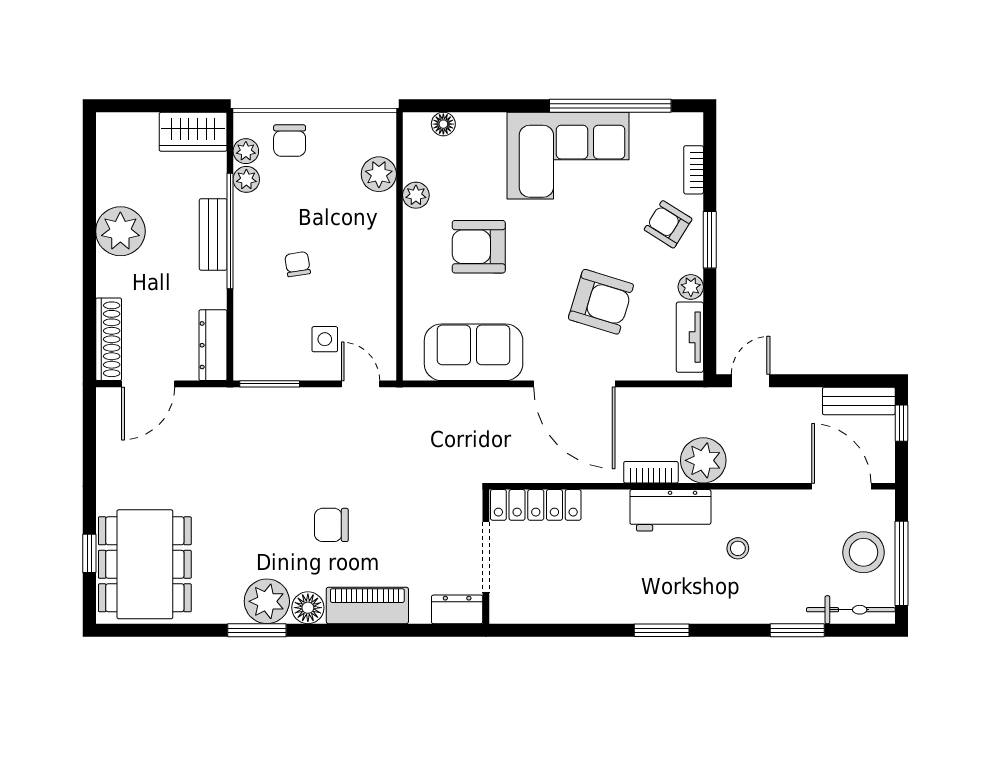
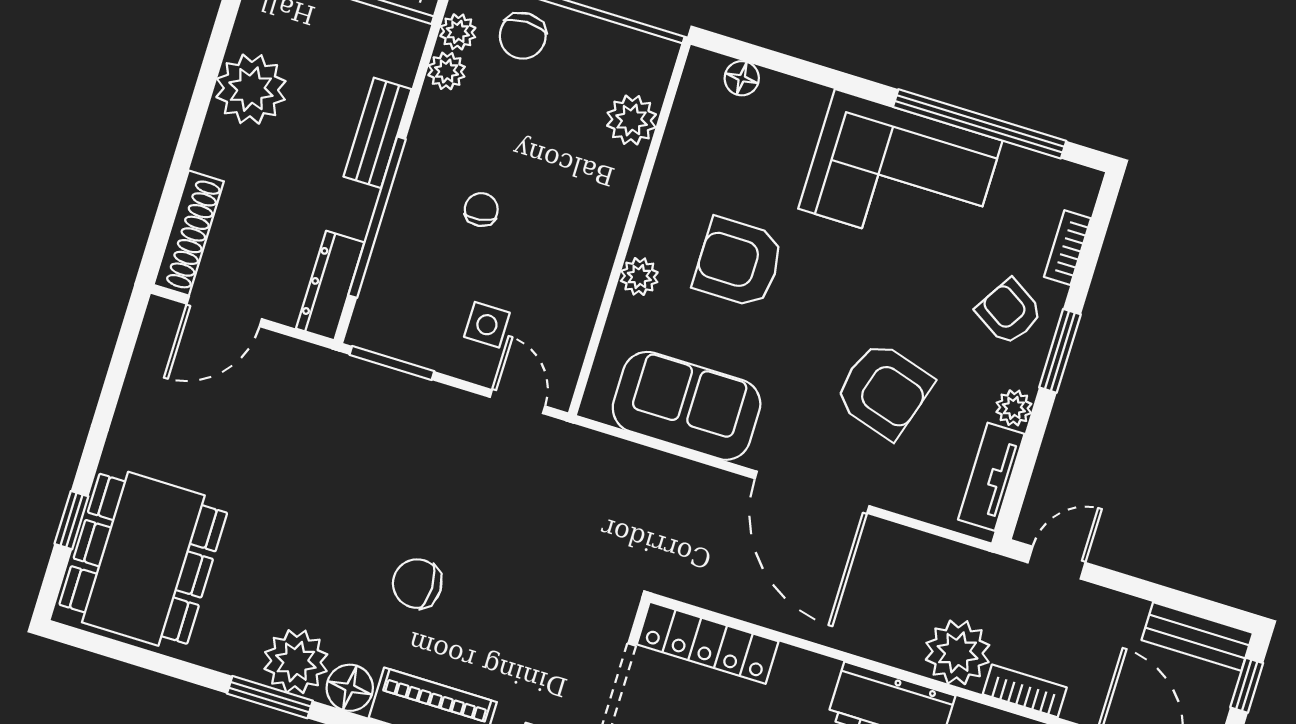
plant: (416, 195) -> (639, 277), moved
window: (230, 231) -> (377, 217), moved
bookcase: (651, 472) -> (1025, 691), moved

